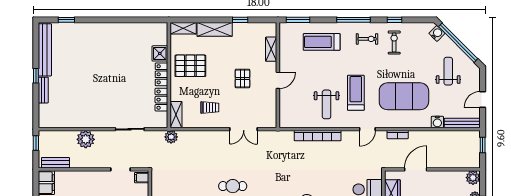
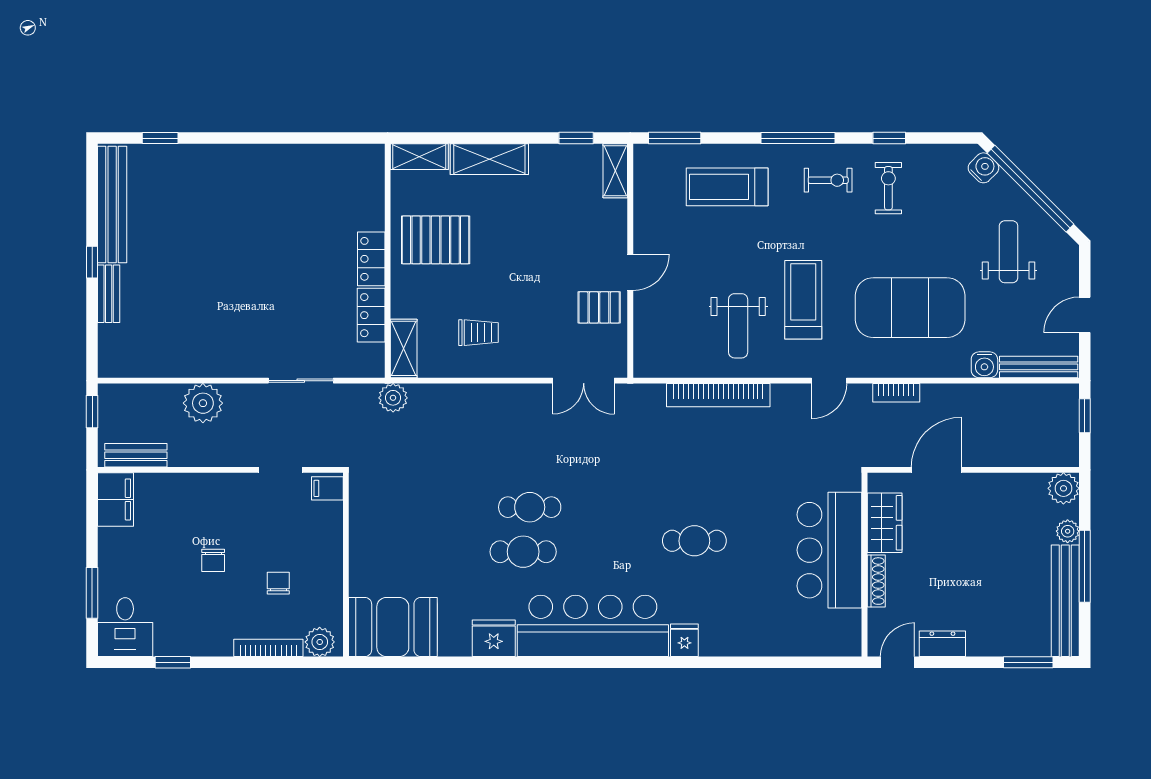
window: (240, 20) -> (576, 138), moved
shelving: (271, 49) -> (615, 171), moved
shower: (160, 53) -> (368, 213), removed
pallet: (242, 78) -> (599, 307), moved, turned 90
double door: (244, 129) -> (584, 381), moved

